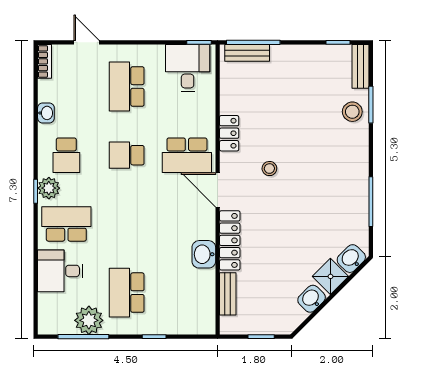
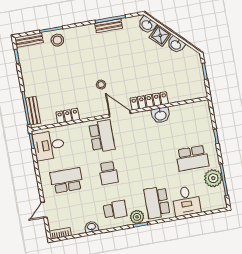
school desk: (127, 86) -> (67, 181), turned 180
locker: (229, 133) -> (68, 116), moved
door: (218, 190) -> (120, 114), swing flipped
bench: (228, 294) -> (109, 26), moved

